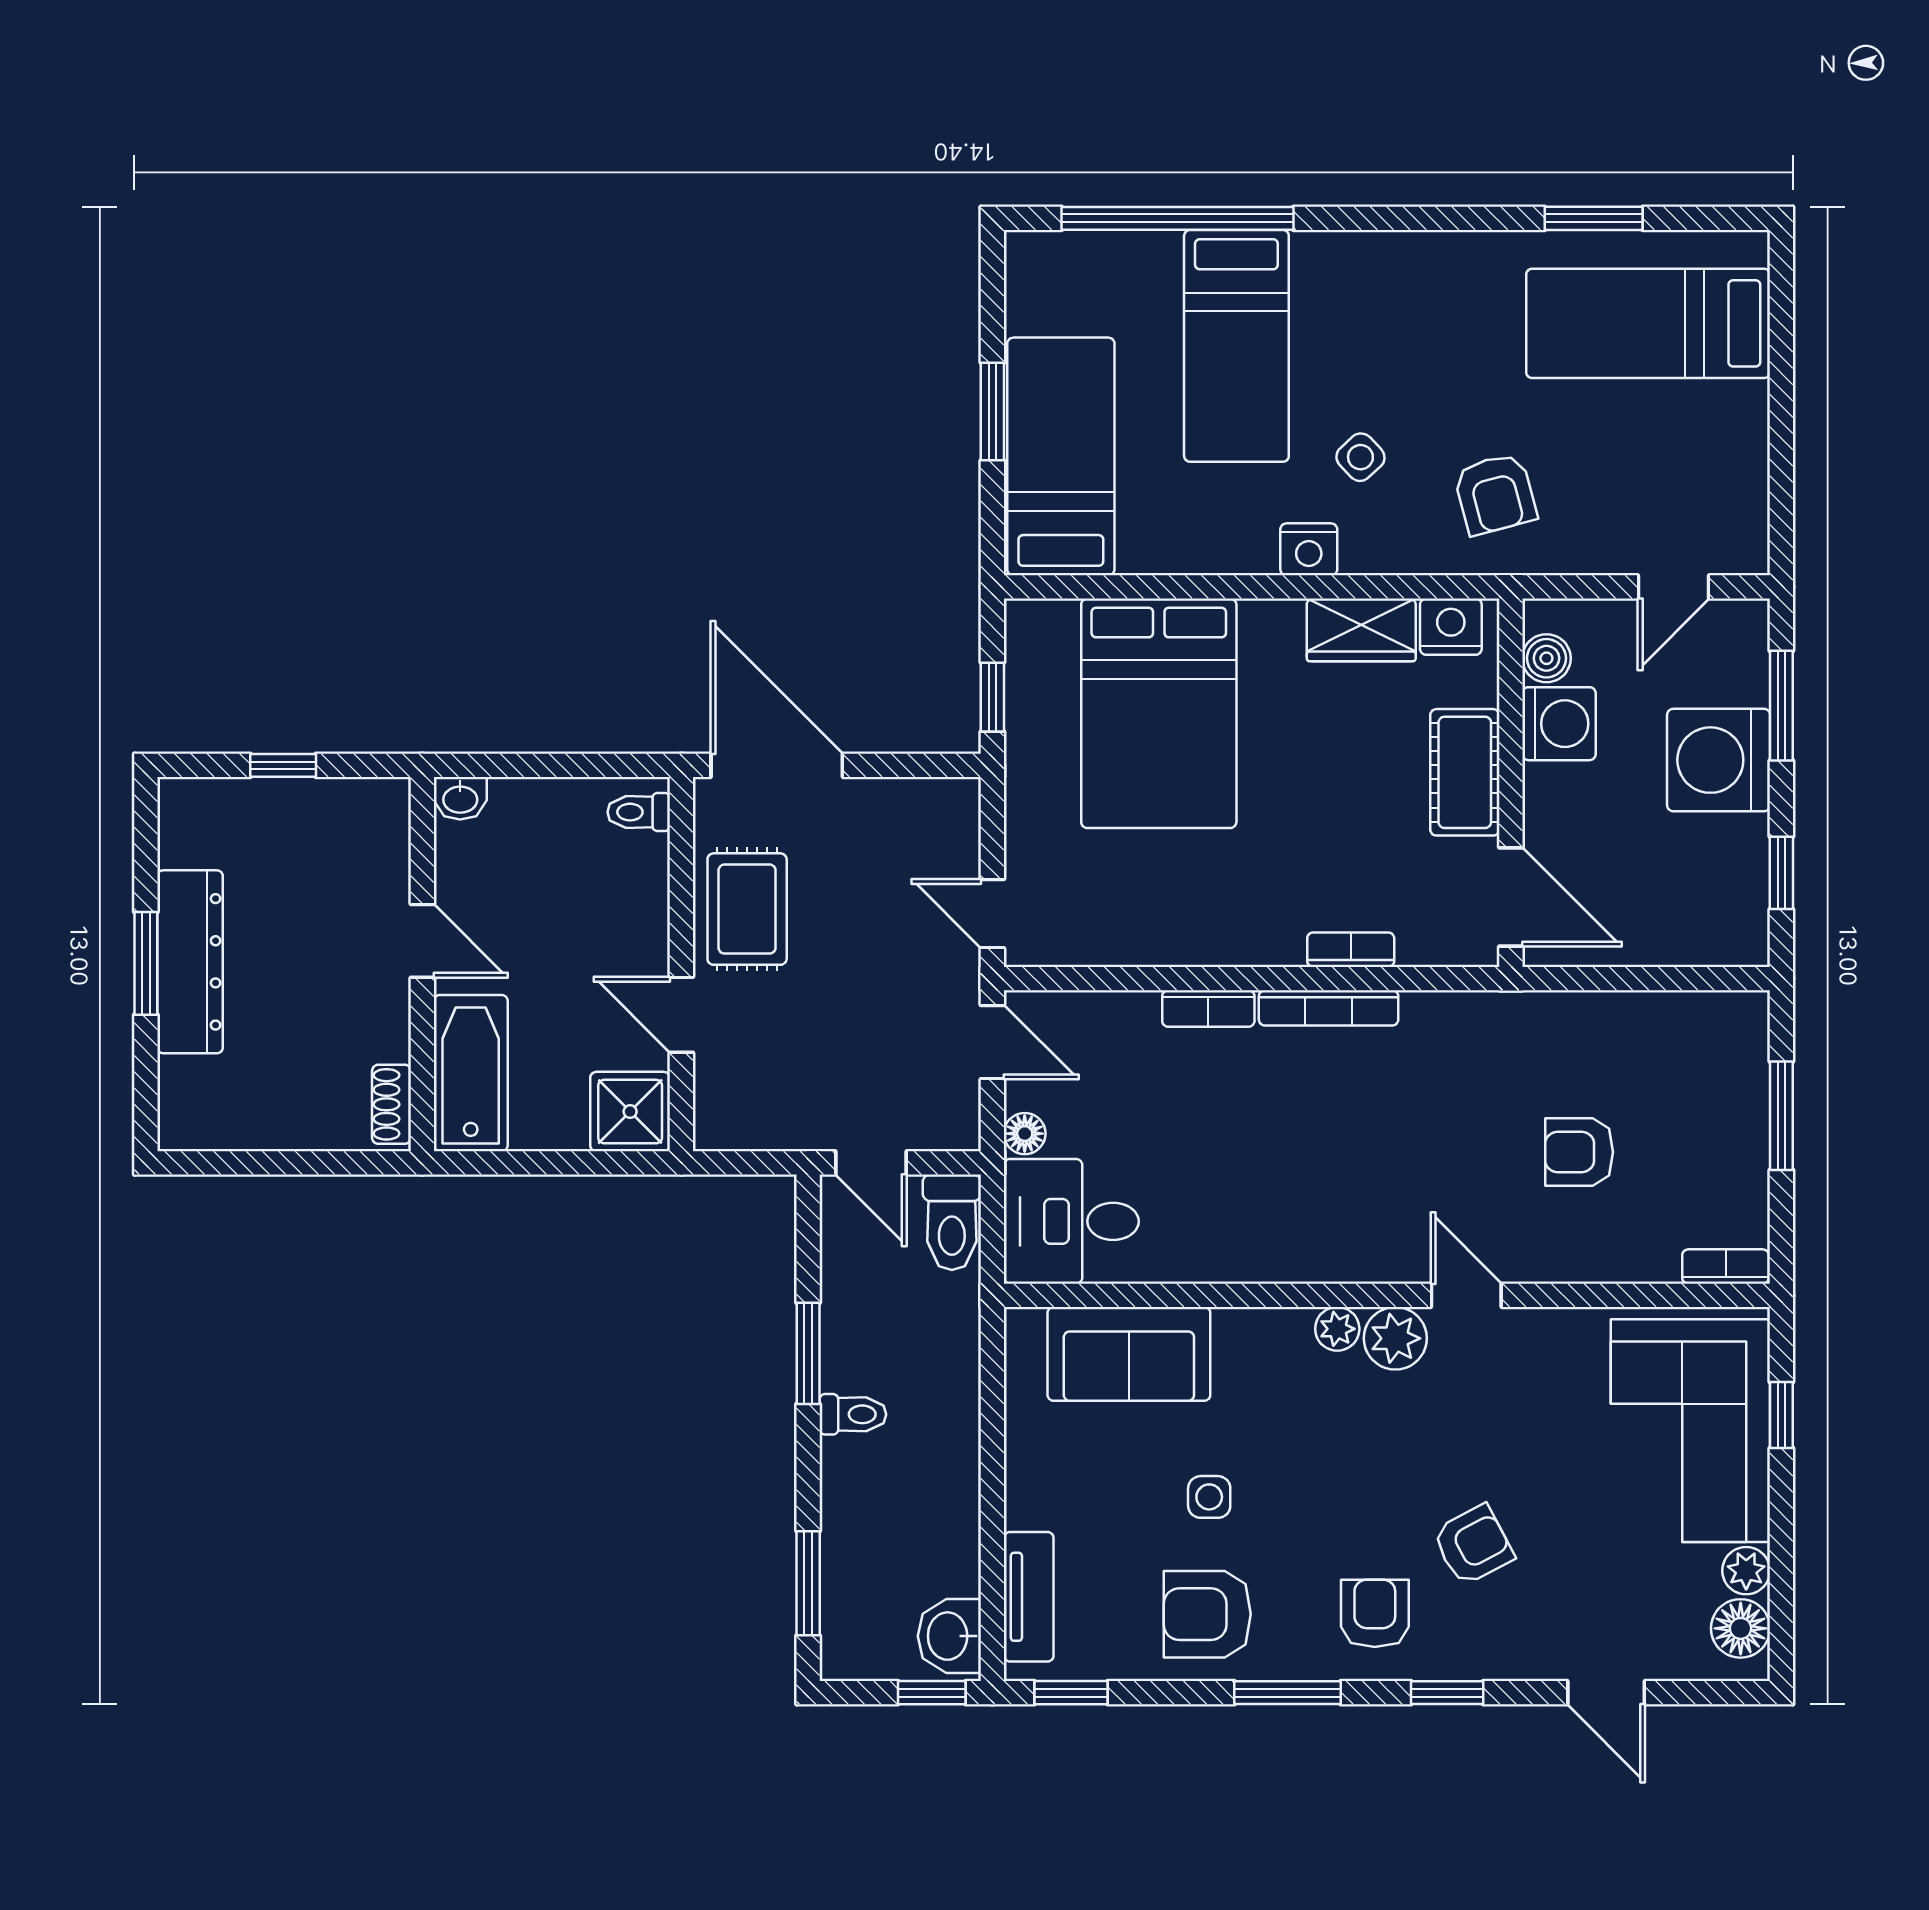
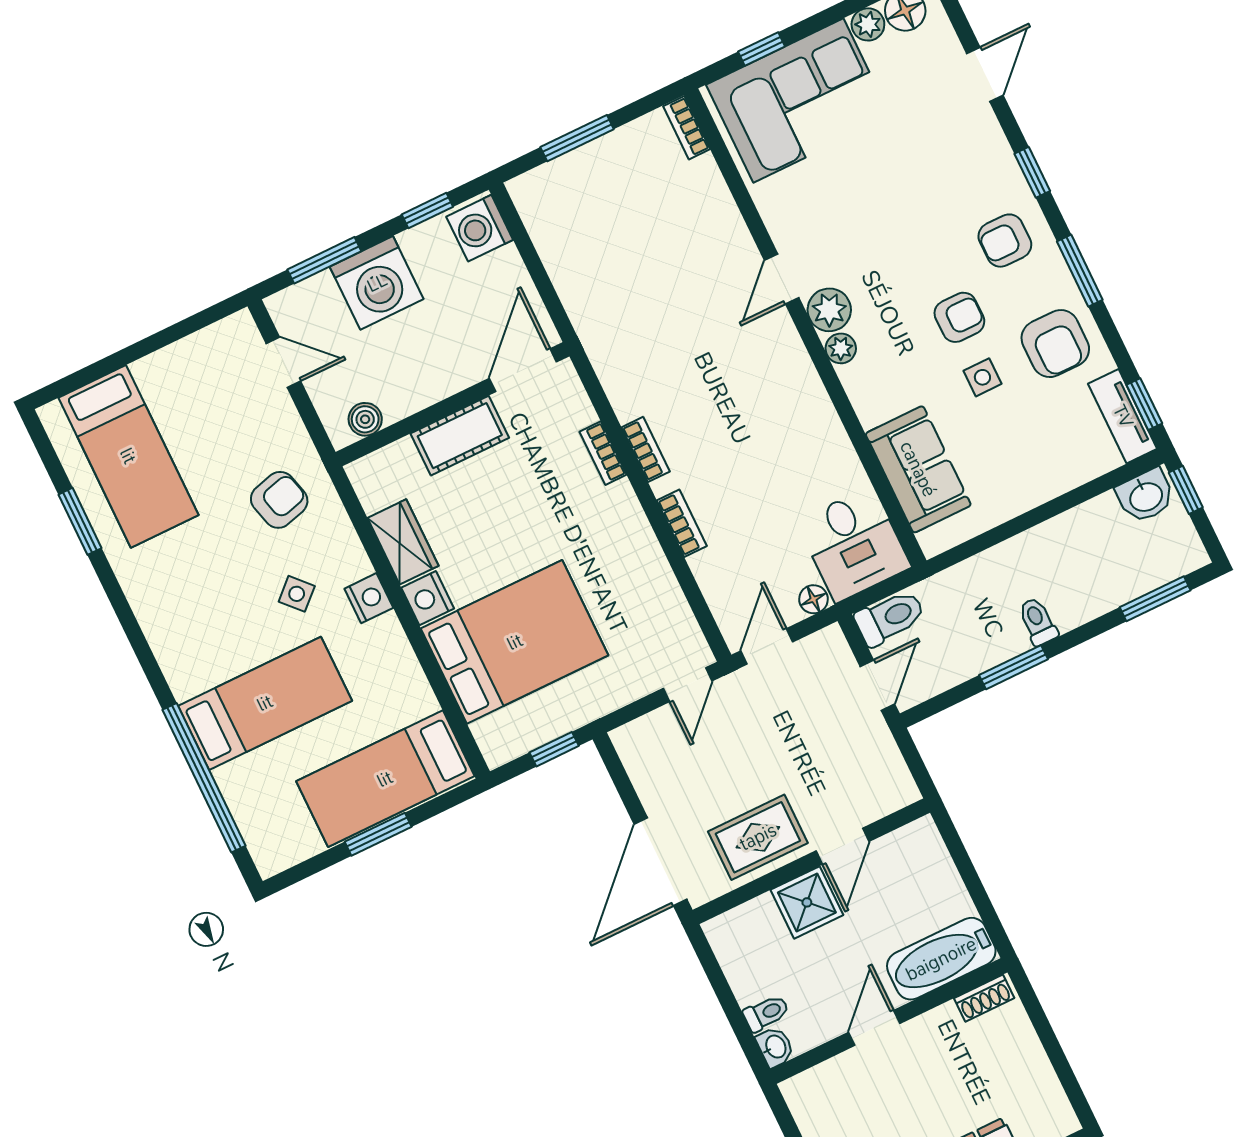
nightstand: (1451, 627) -> (428, 598), moved
washing machine: (1559, 724) -> (480, 228), moved, turned -90
toilet: (639, 812) -> (766, 1013), moved, turned -90
bookcase: (1329, 1008) -> (646, 449), width x0.64
shower: (630, 1112) -> (807, 902), moved
armchair: (1579, 1152) -> (660, 252), removed
armchair: (1473, 1545) -> (959, 317), moved, turned 118
tv unit: (1029, 1597) -> (1123, 416), moved, turned -90

